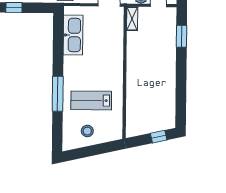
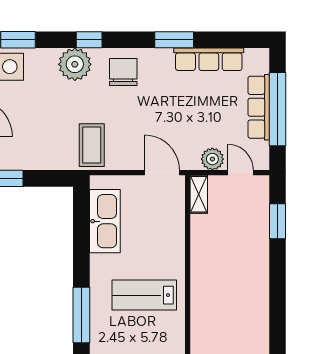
lab bench: (91, 100) -> (144, 295), moved

